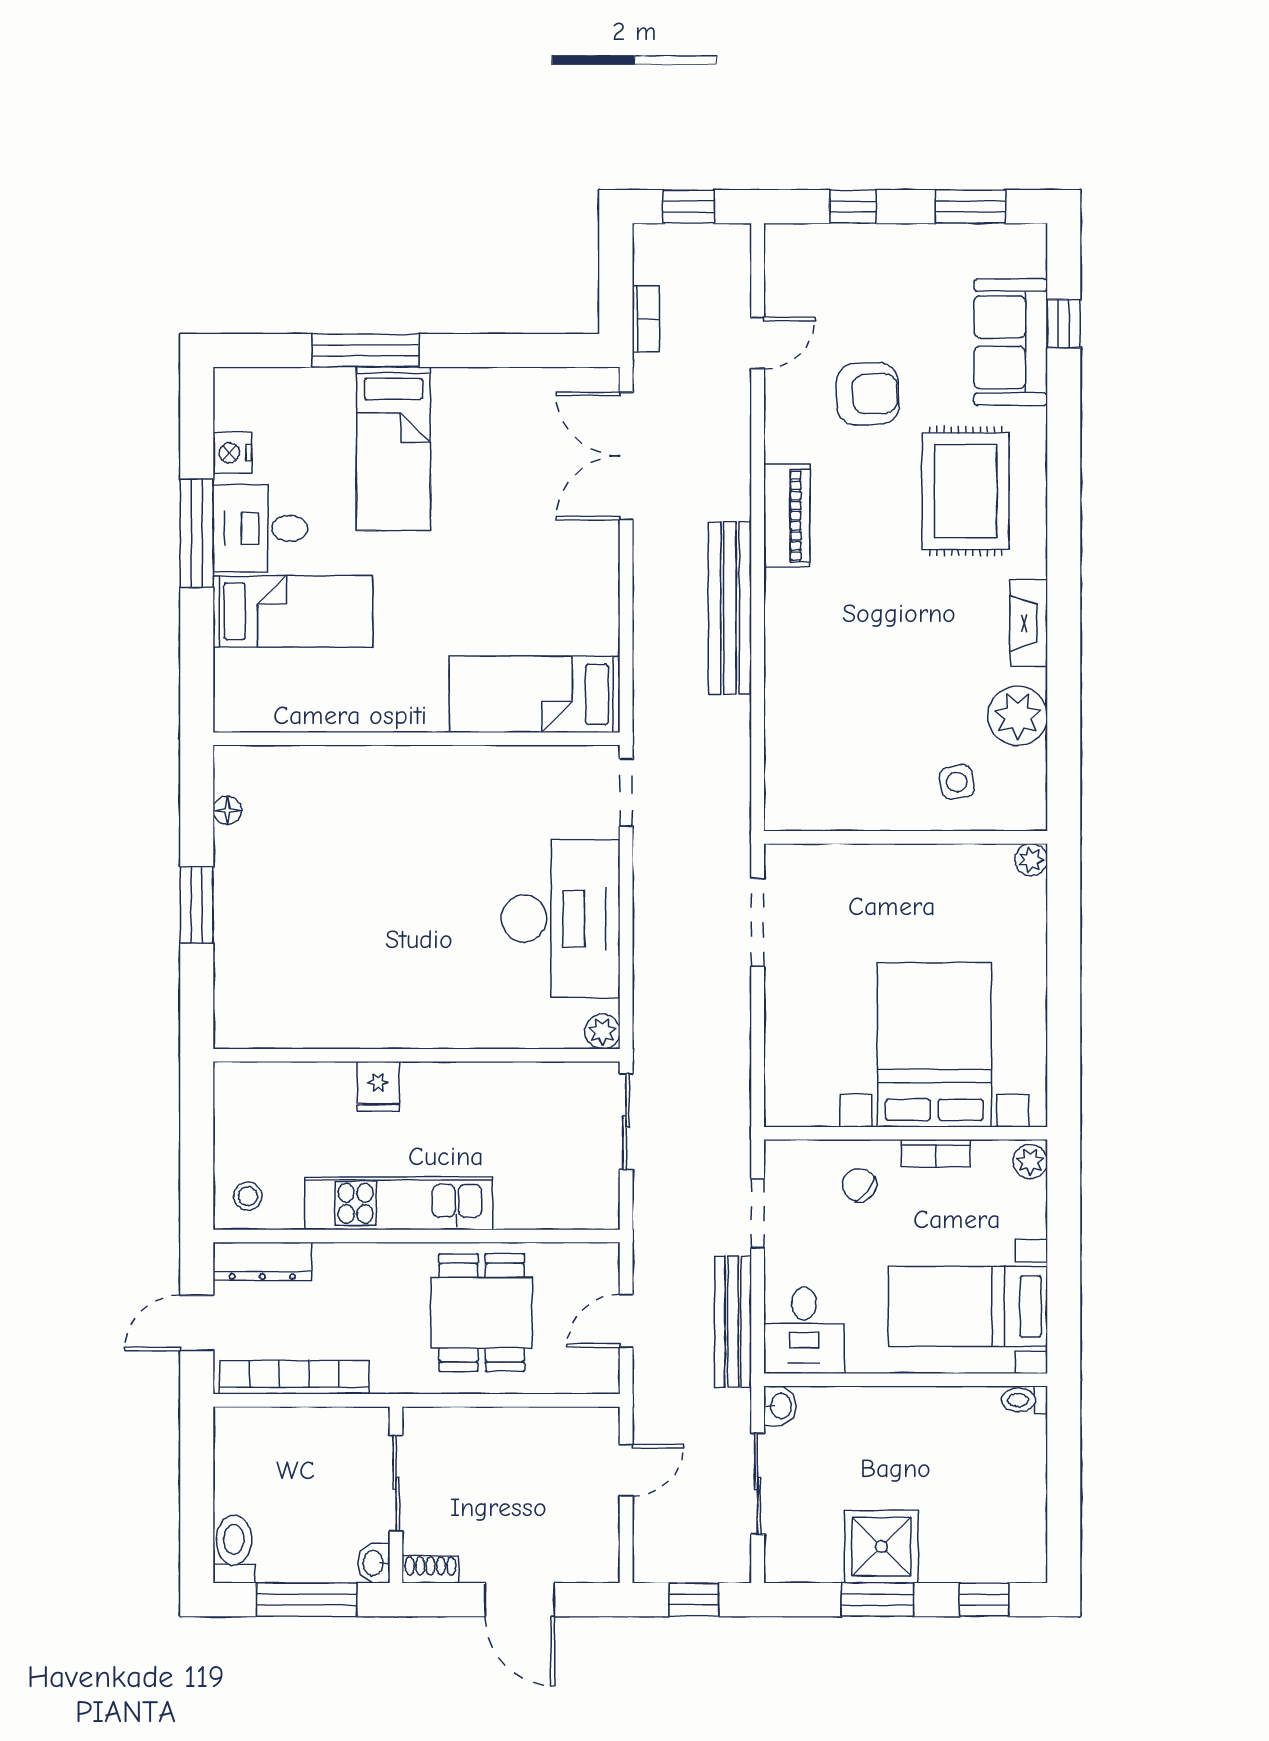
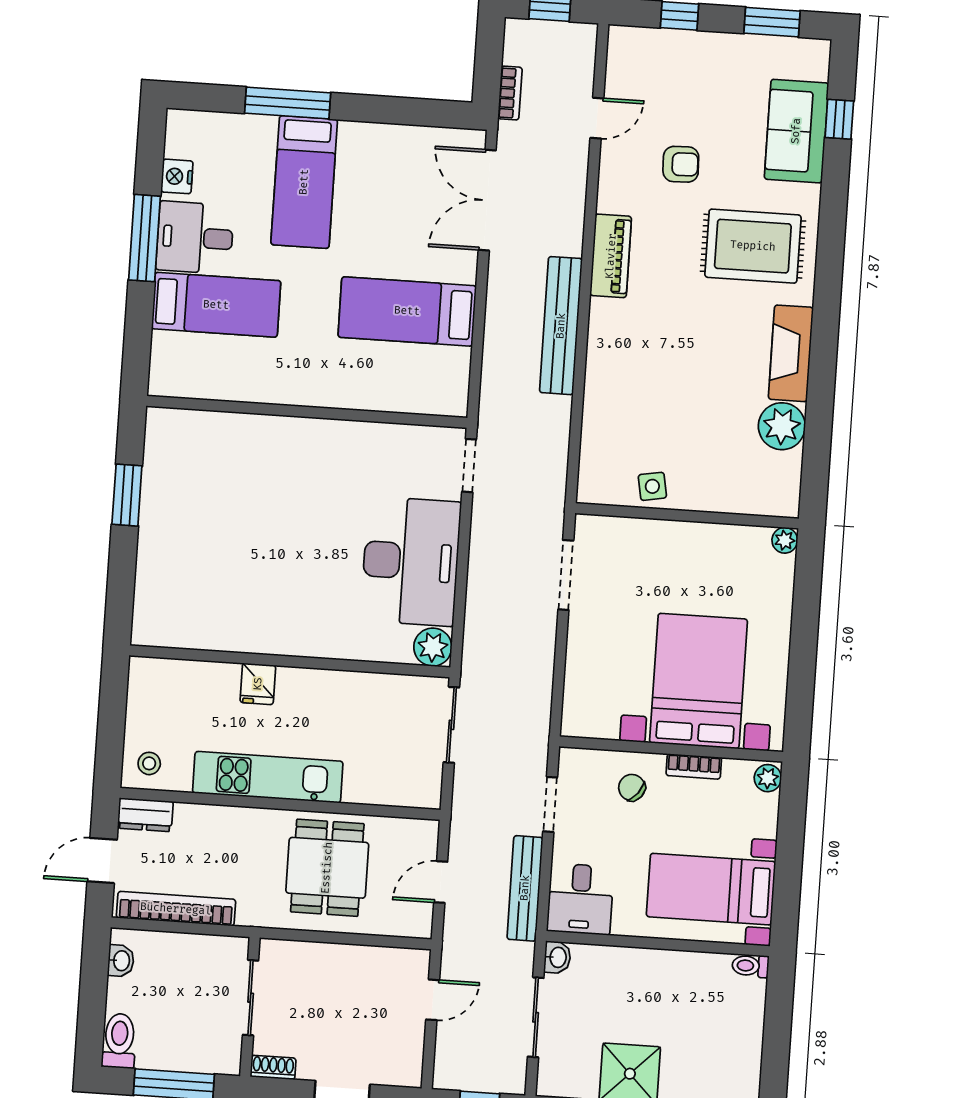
armchair: (868, 394) -> (681, 164), width x0.72, depth x0.72
rug: (966, 491) -> (753, 246), turned 90
fireplace: (1029, 623) -> (791, 353), width x1.37, depth x1.32
bed: (535, 694) -> (407, 311), moved
side table: (957, 782) -> (652, 486), moved
floor lamp: (227, 810) -> (154, 458), removed
window: (197, 905) -> (127, 495), moved
plant: (602, 1032) -> (433, 647), width x1.38, depth x1.38
dresser: (262, 1261) -> (145, 815), width x0.70
washbasin: (374, 1563) -> (121, 961), moved, turned 180

